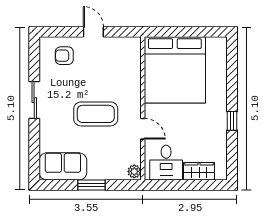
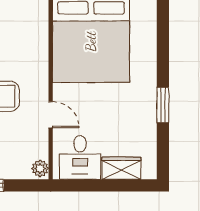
window: (232, 121) -> (163, 105), width x1.50

